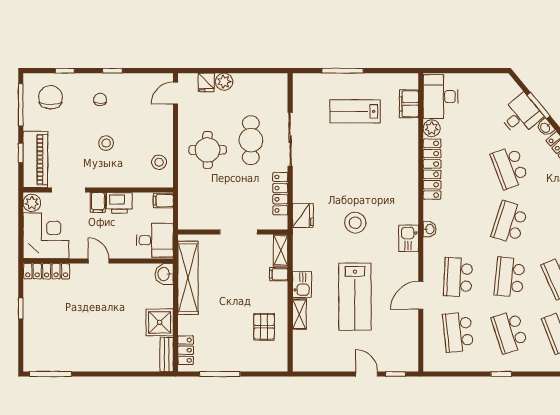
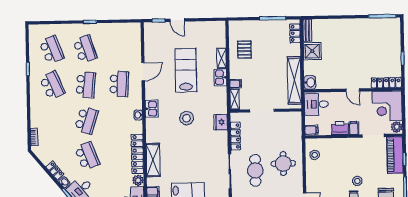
stool: (106, 143) -> (357, 181), moved
shelving: (408, 159) -> (153, 160), added
school desk: (458, 332) -> (118, 48), removed

